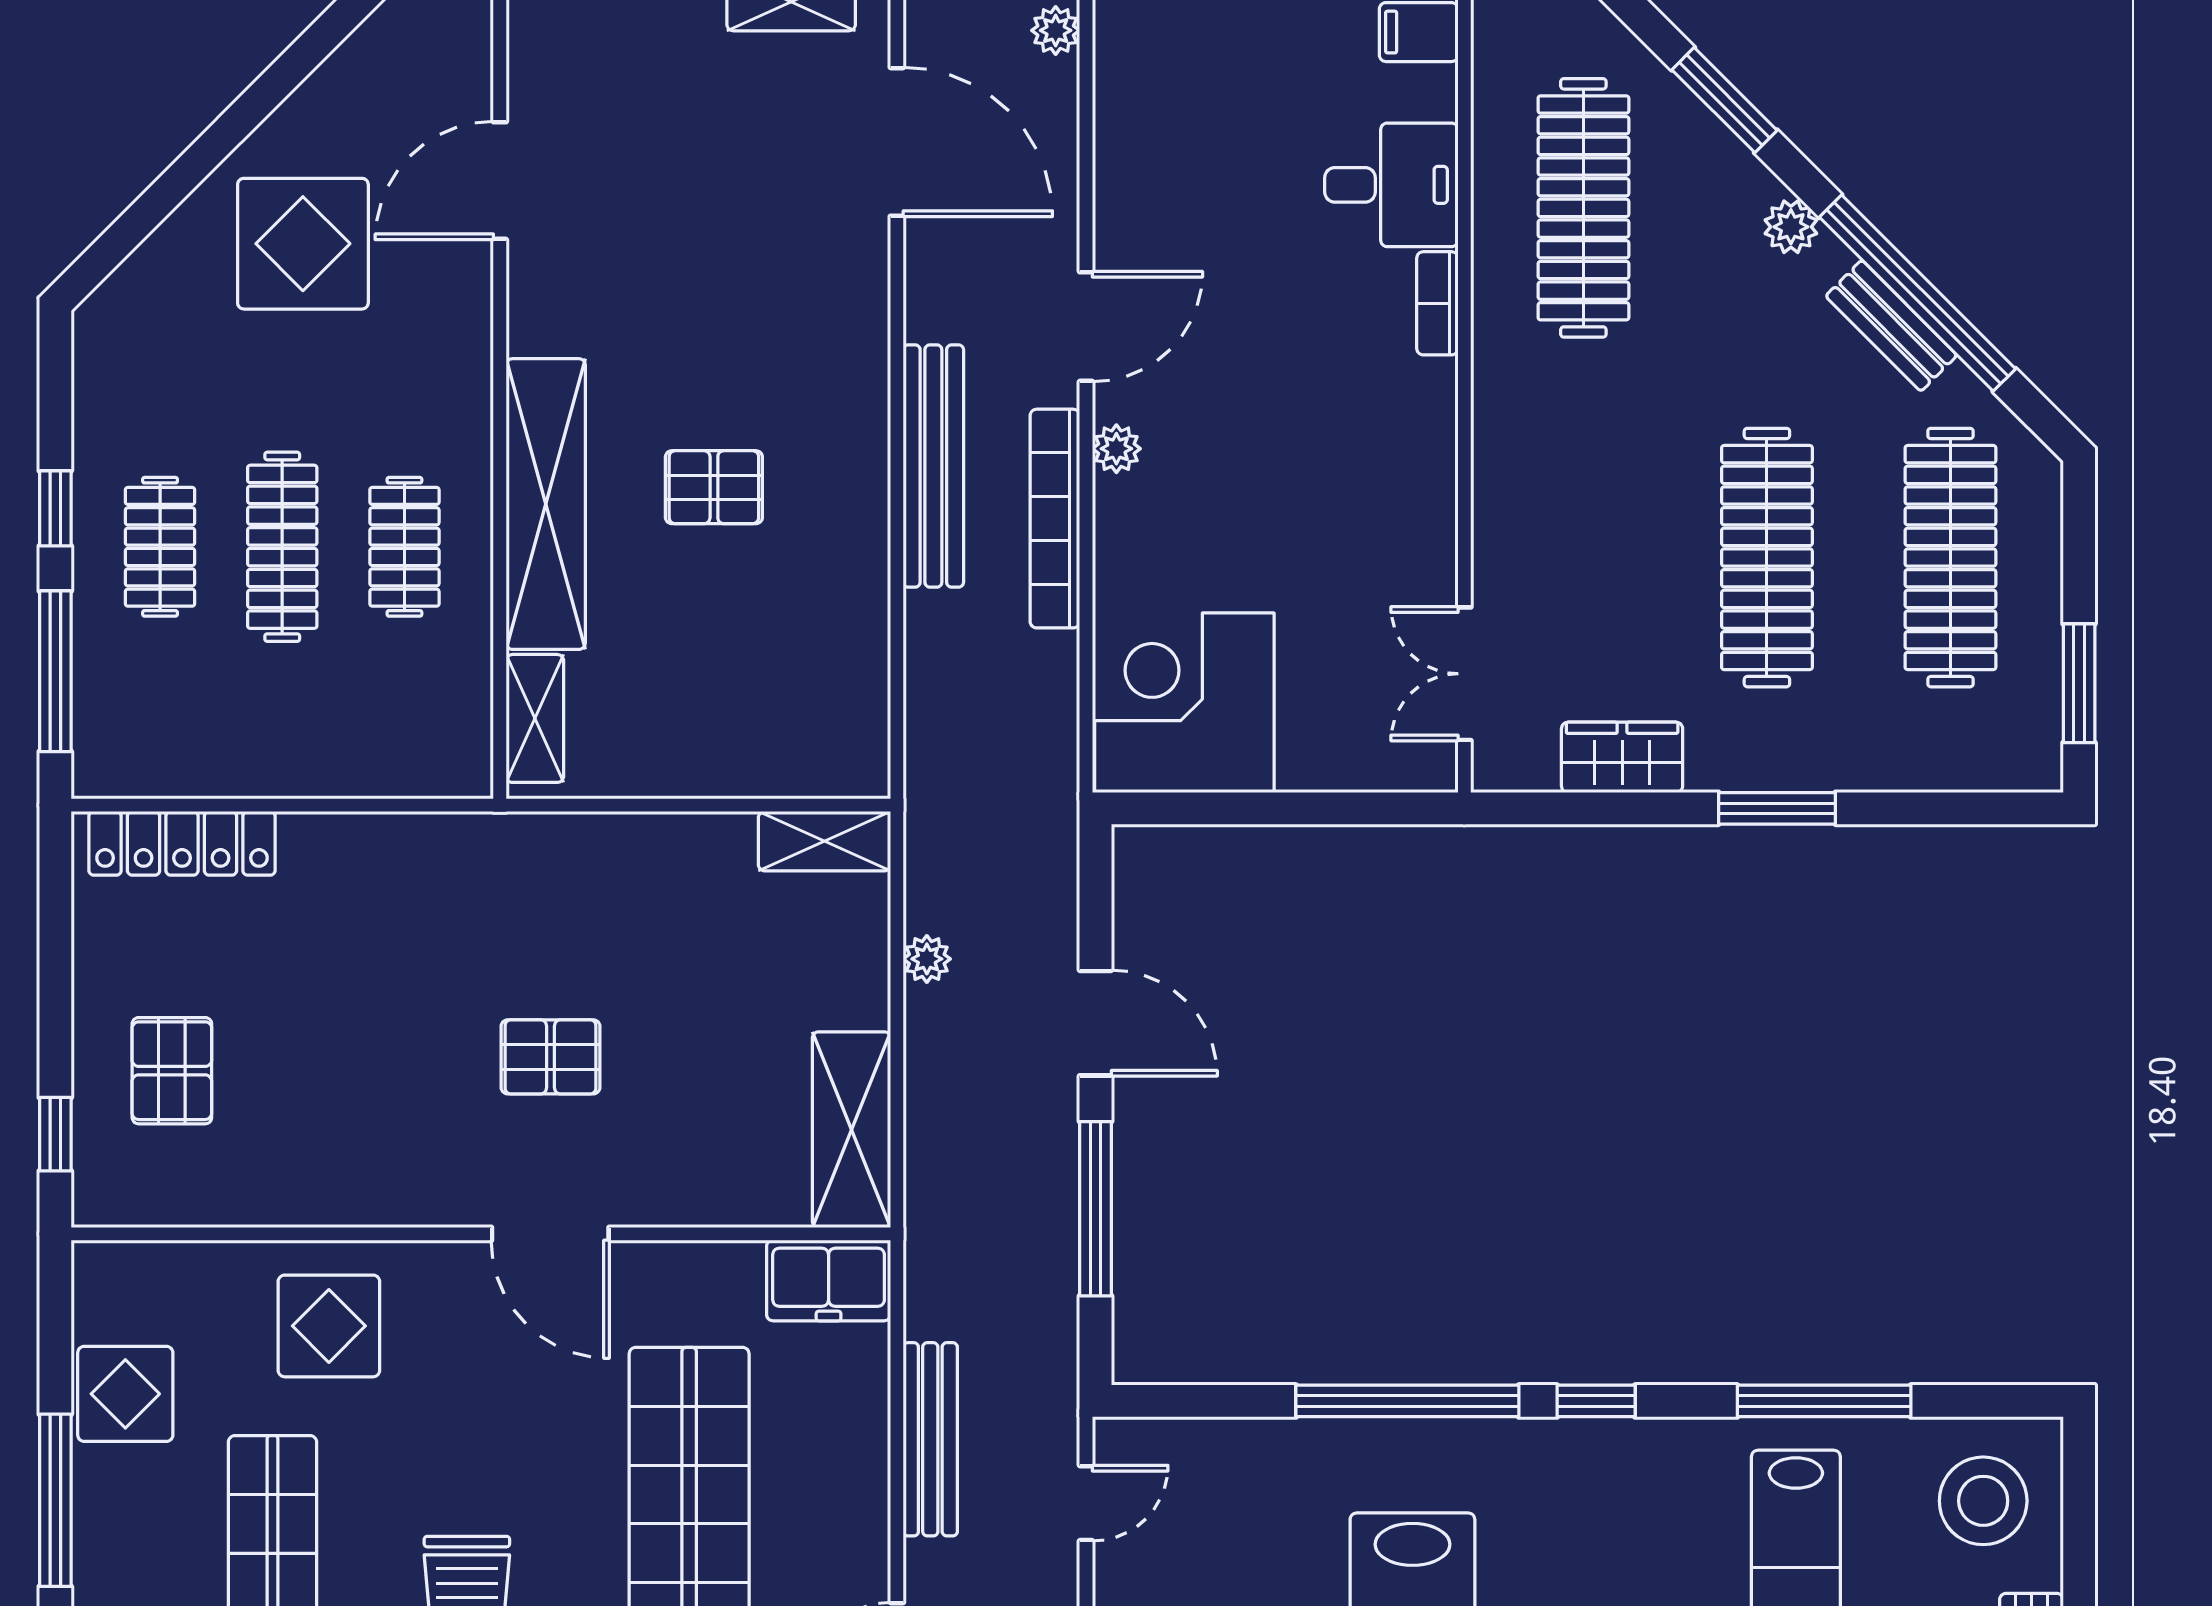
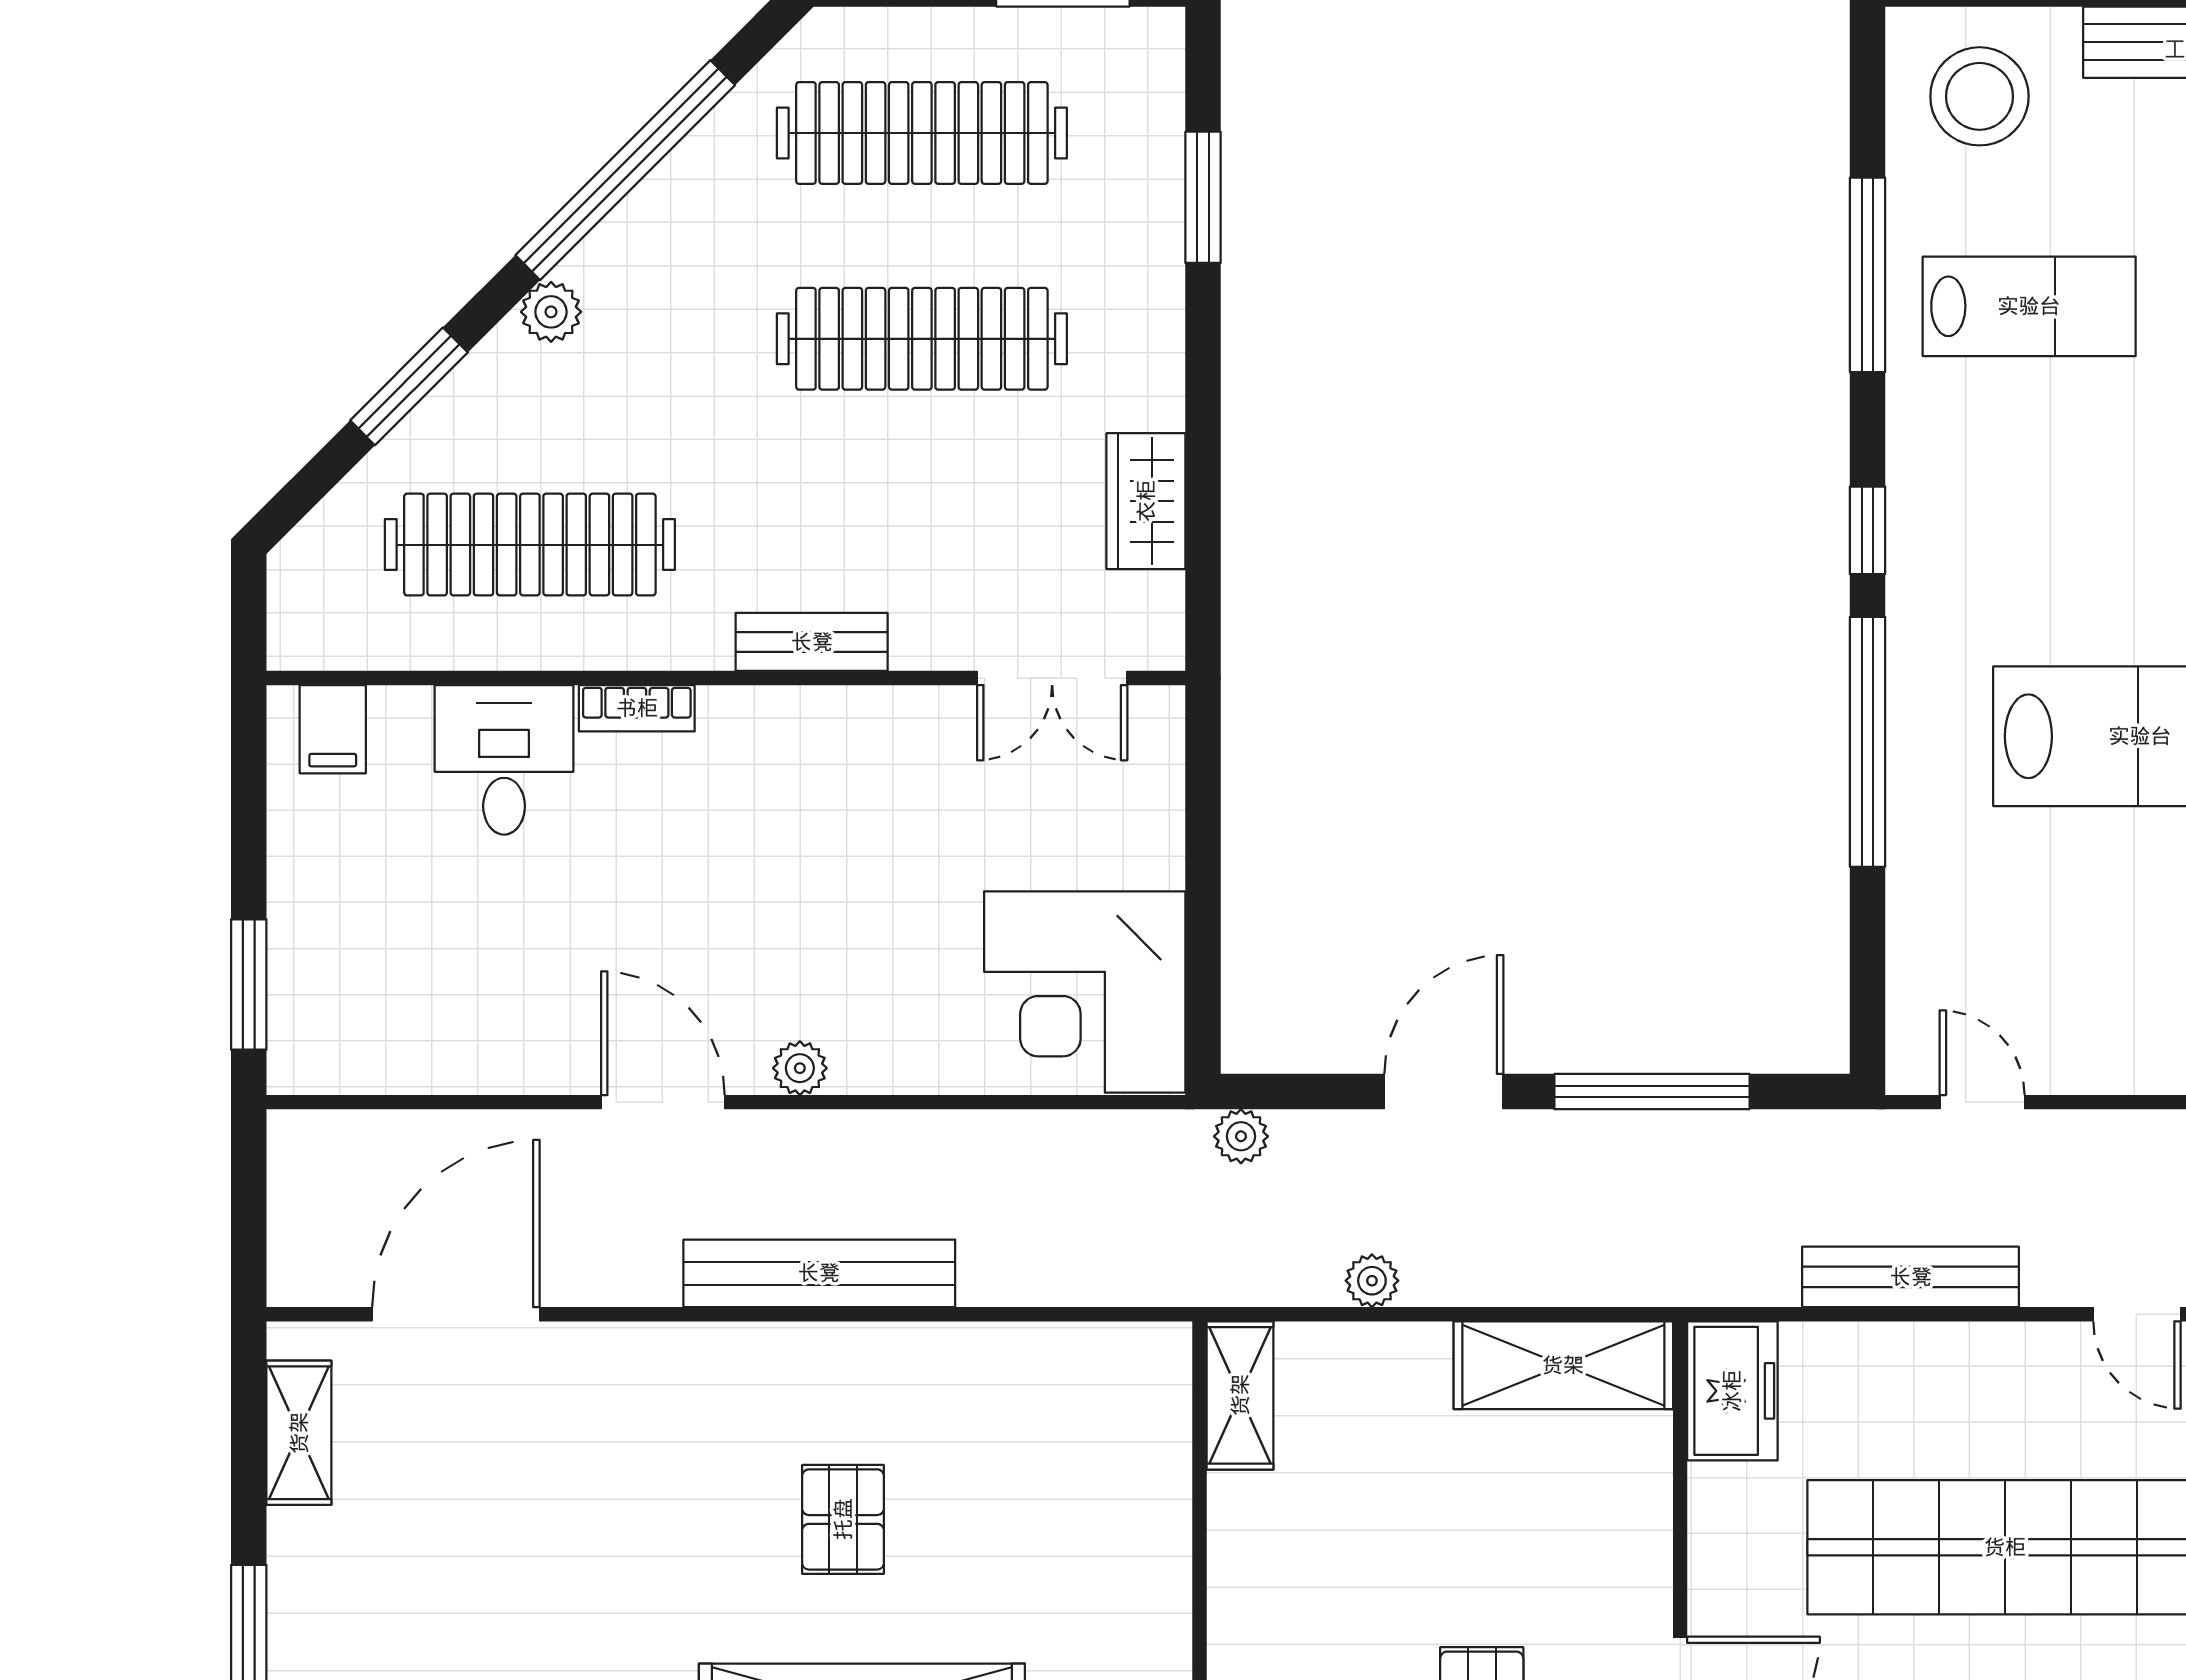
plant: (1056, 30) -> (1241, 1136), moved
bench: (1891, 326) -> (812, 642), moved, turned 45
bookcase: (1055, 519) -> (878, 1137), removed
window: (1777, 808) -> (1203, 197), moved

